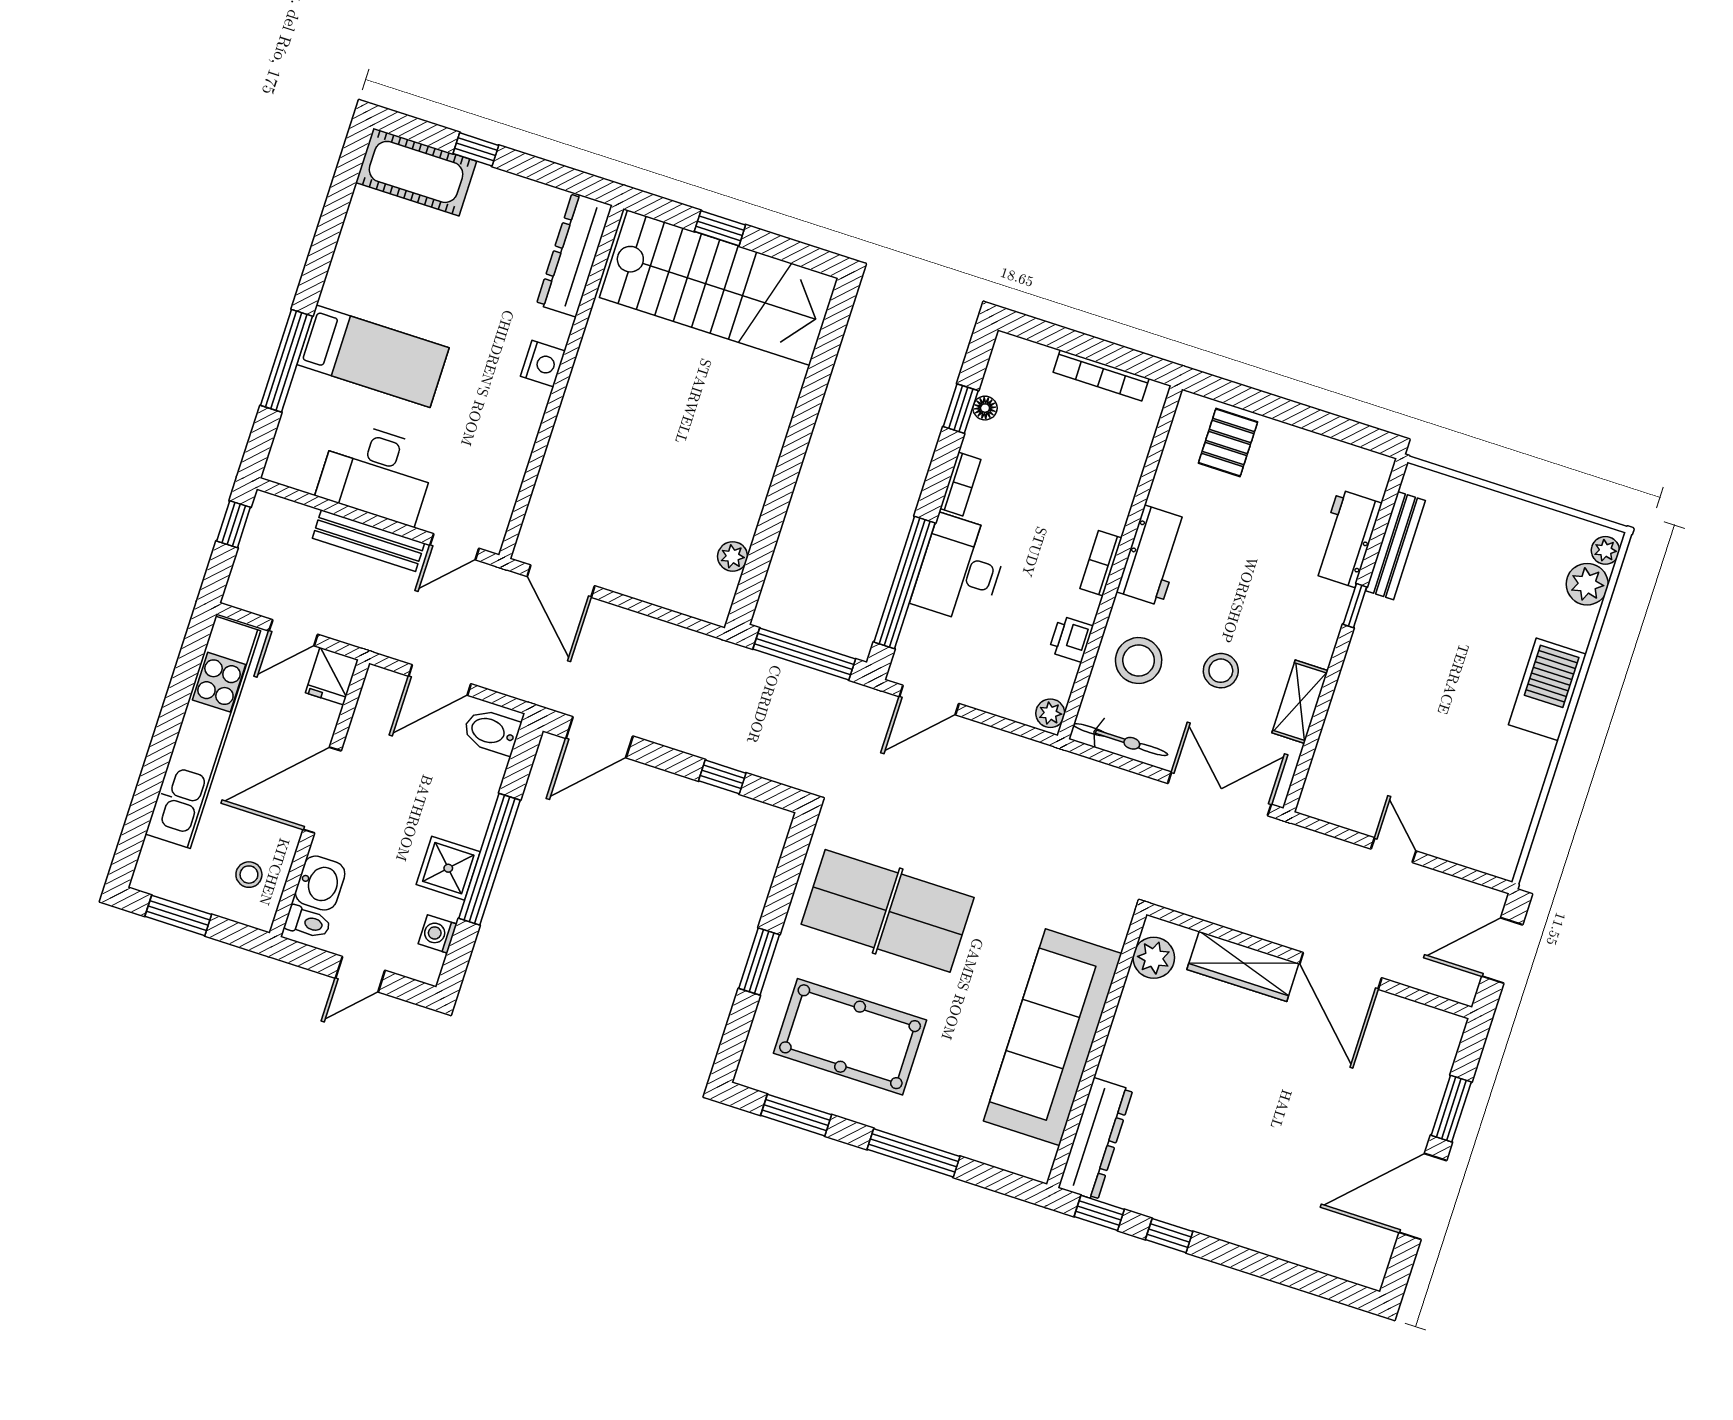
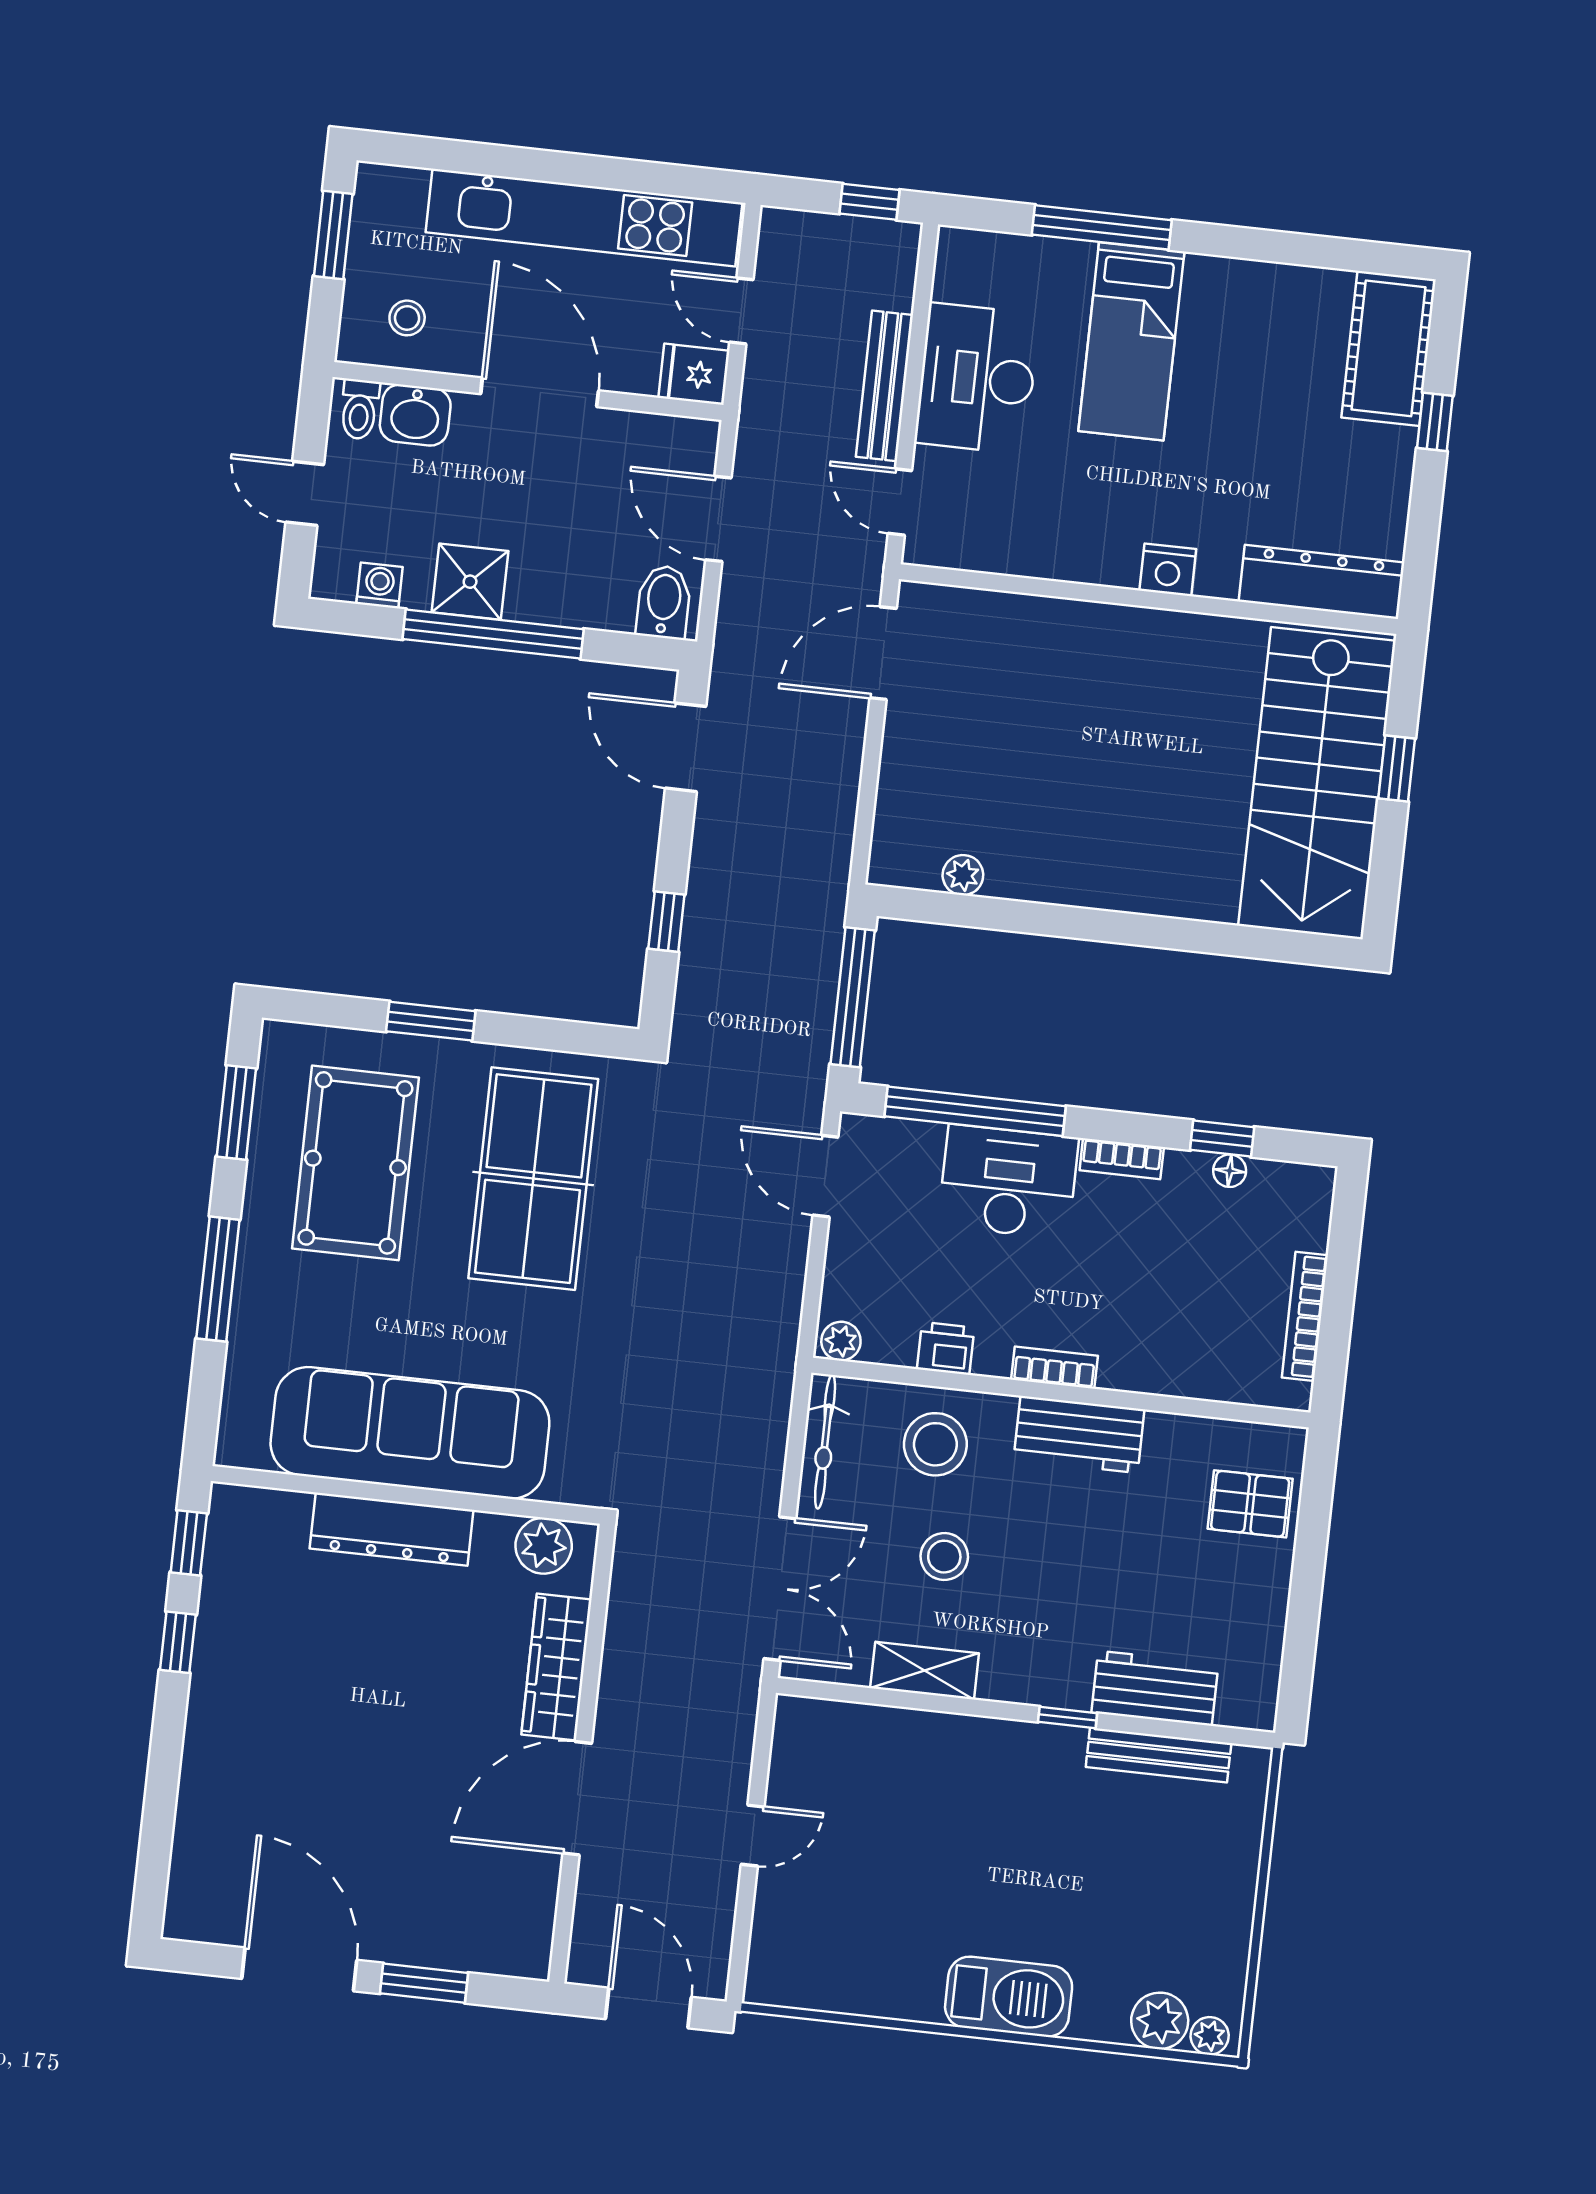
dresser: (1095, 1139) -> (392, 1529), moved

